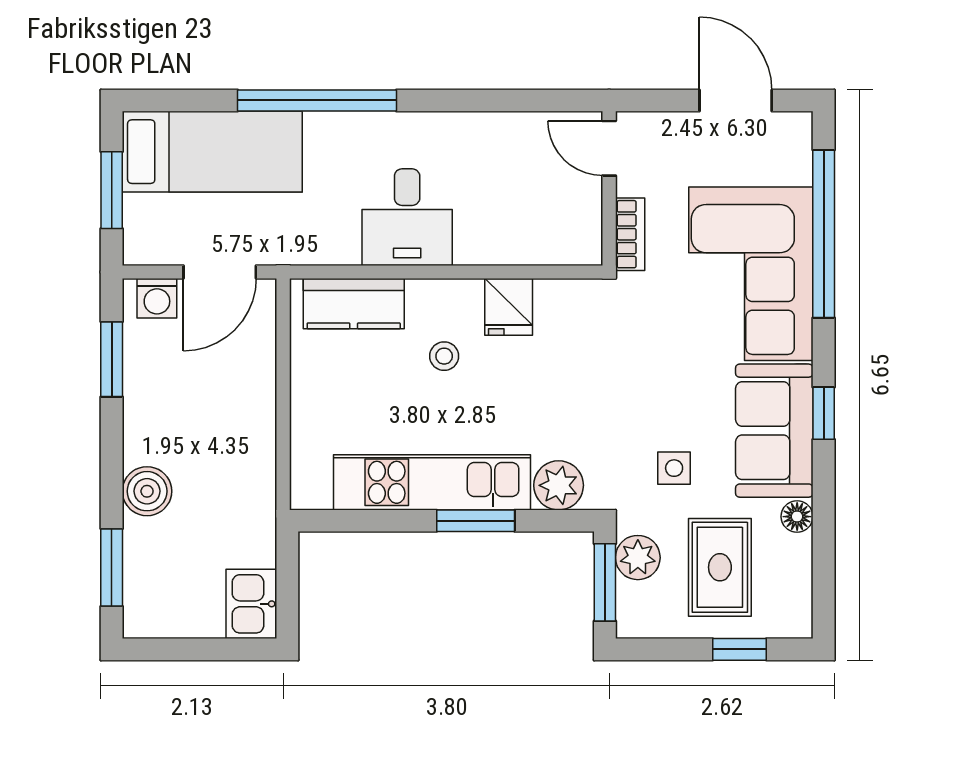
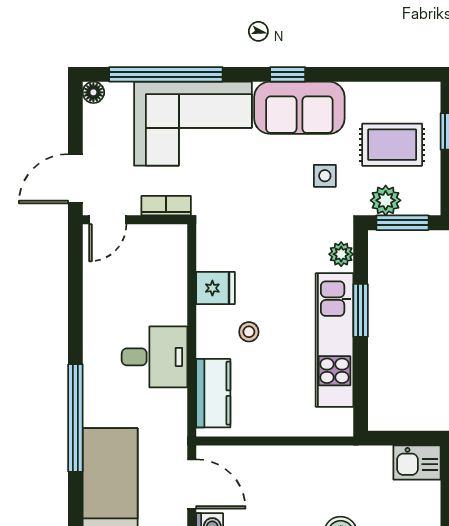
door: (736, 100) -> (75, 179), moved
plant: (559, 485) -> (341, 254), width x0.73, depth x0.73
floor lamp: (797, 517) -> (93, 92), moved

